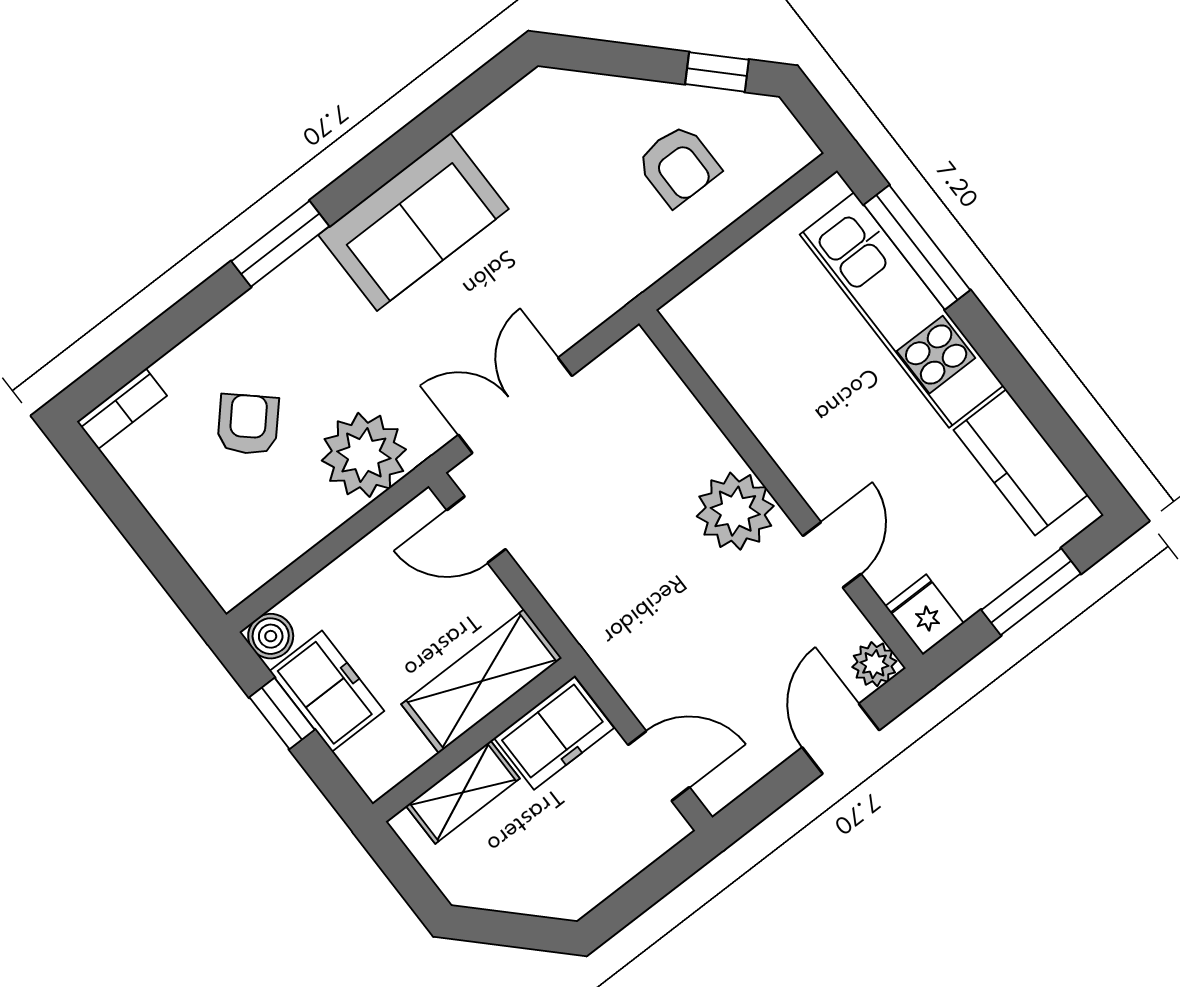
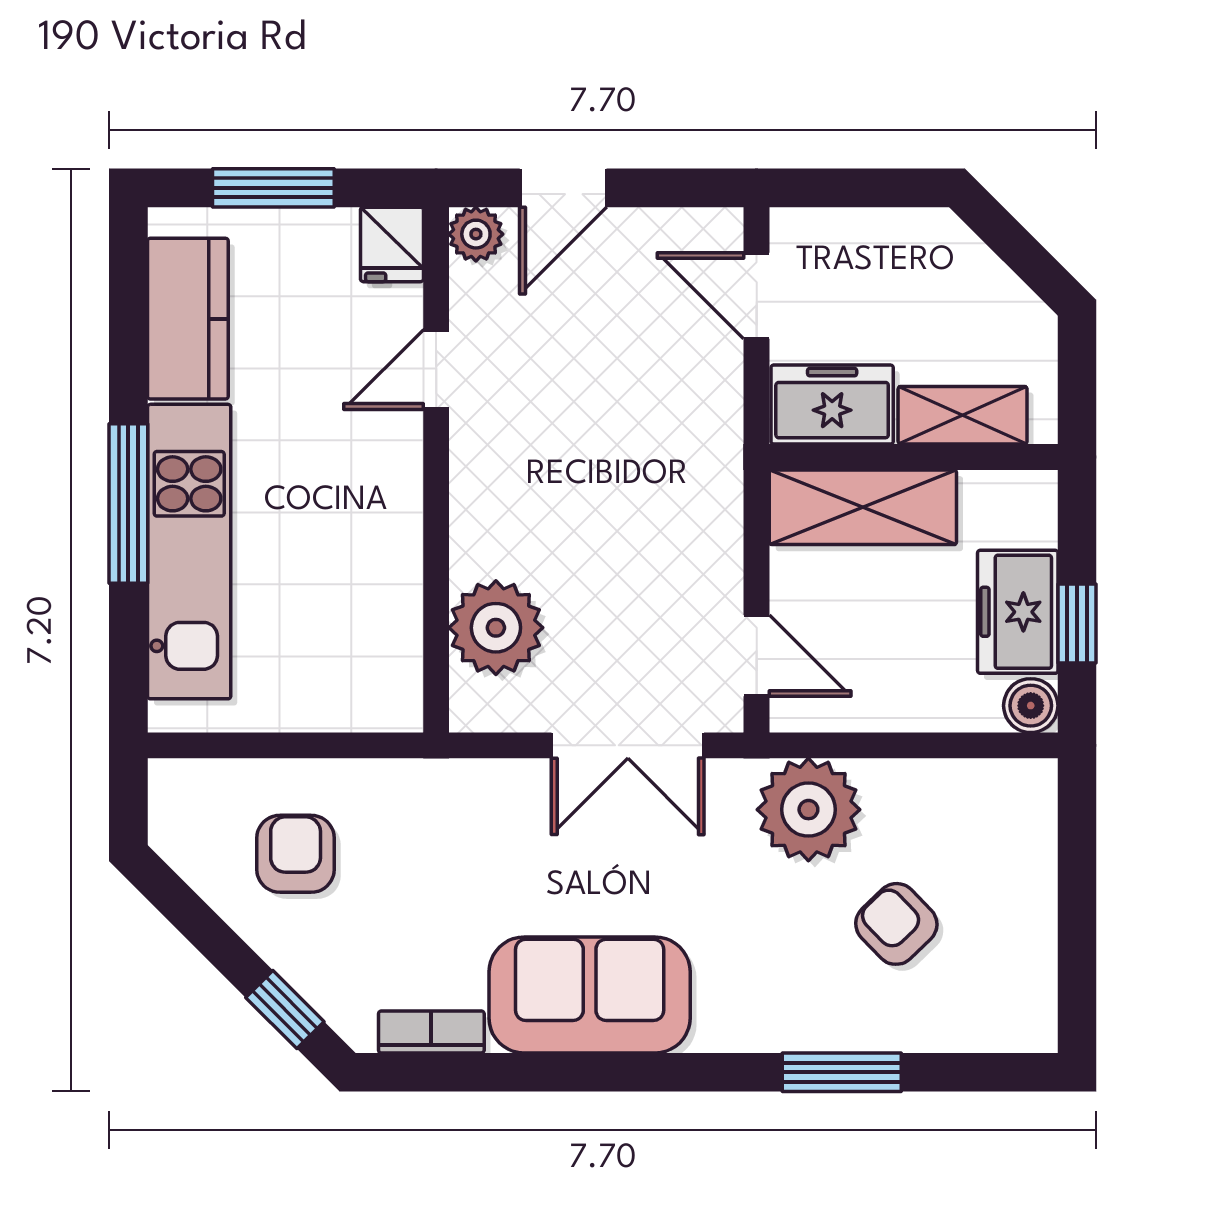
window: (717, 72) -> (285, 1010), moved
window: (280, 244) -> (842, 1072), moved
window: (917, 247) -> (128, 504), moved
bookcase: (122, 409) -> (431, 1032), moved
armchair: (248, 424) -> (896, 924), turned 94
plant: (735, 511) -> (496, 628), moved

